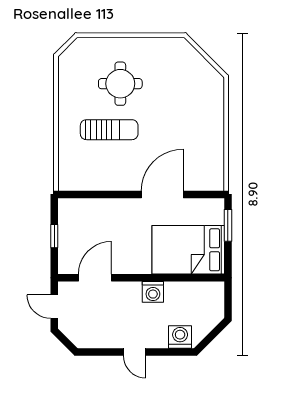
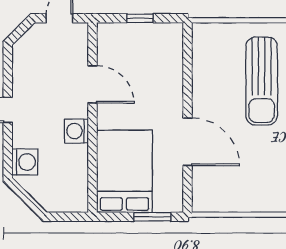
sun lounger: (109, 130) -> (262, 81), width x1.36, depth x1.34
door: (95, 278) -> (92, 84), moved

